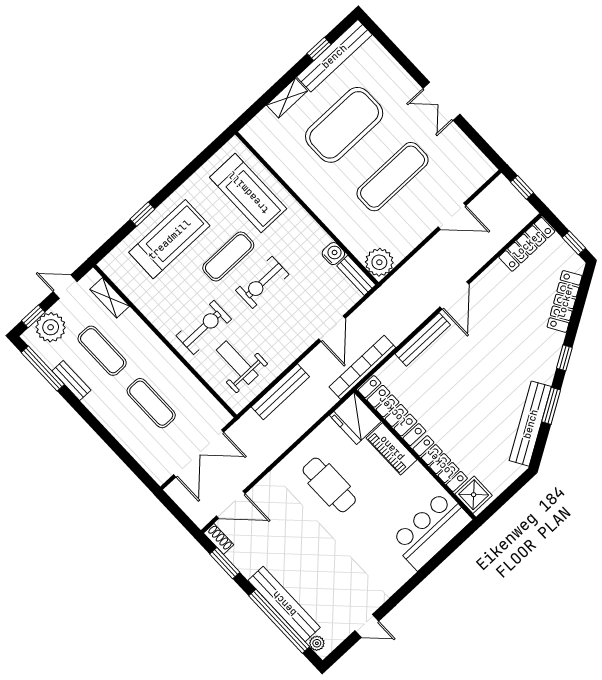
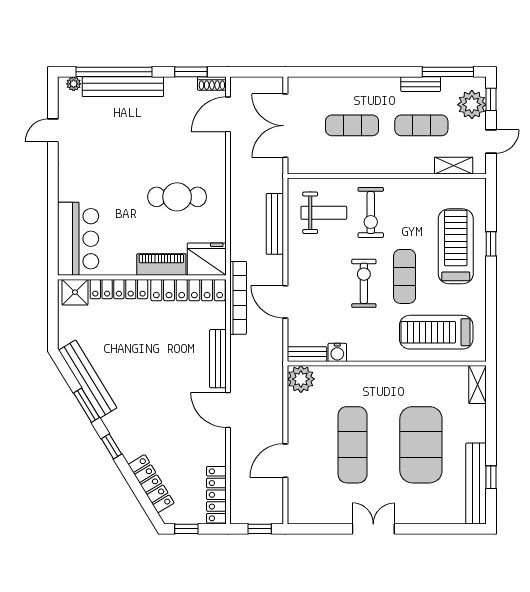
shelving: (287, 98) -> (478, 385), moved
treadmill: (169, 239) -> (456, 246), turned 180

